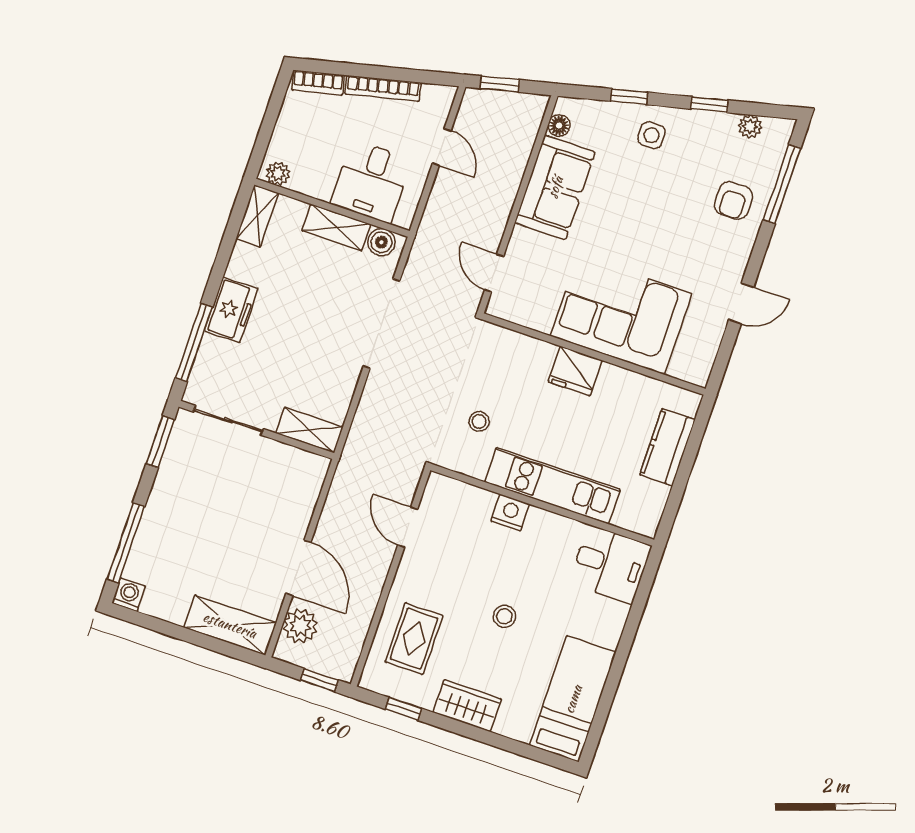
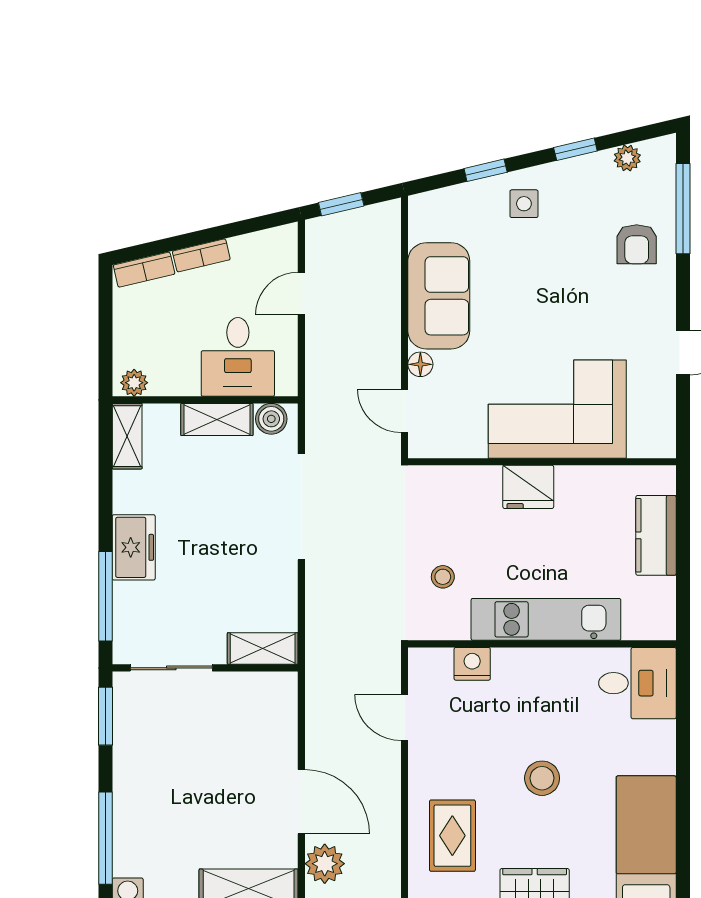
bookcase: (383, 88) -> (201, 255), width x0.64
floor lamp: (559, 126) -> (420, 364), moved
door: (442, 147) -> (301, 294), swing flipped
nightstand: (510, 513) -> (472, 664), moved
stool: (504, 616) -> (542, 778), width x1.37, depth x1.37

